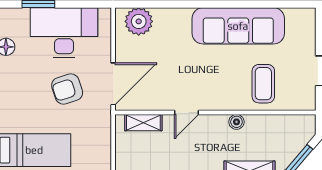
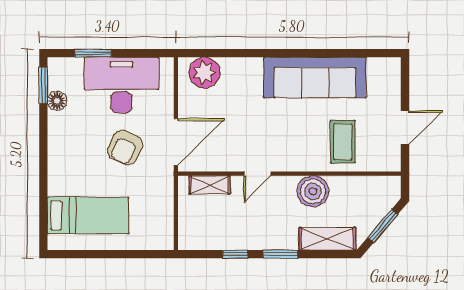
armchair: (67, 89) -> (125, 148), turned -47
boiler: (236, 122) -> (313, 191), width x1.86, depth x1.86

